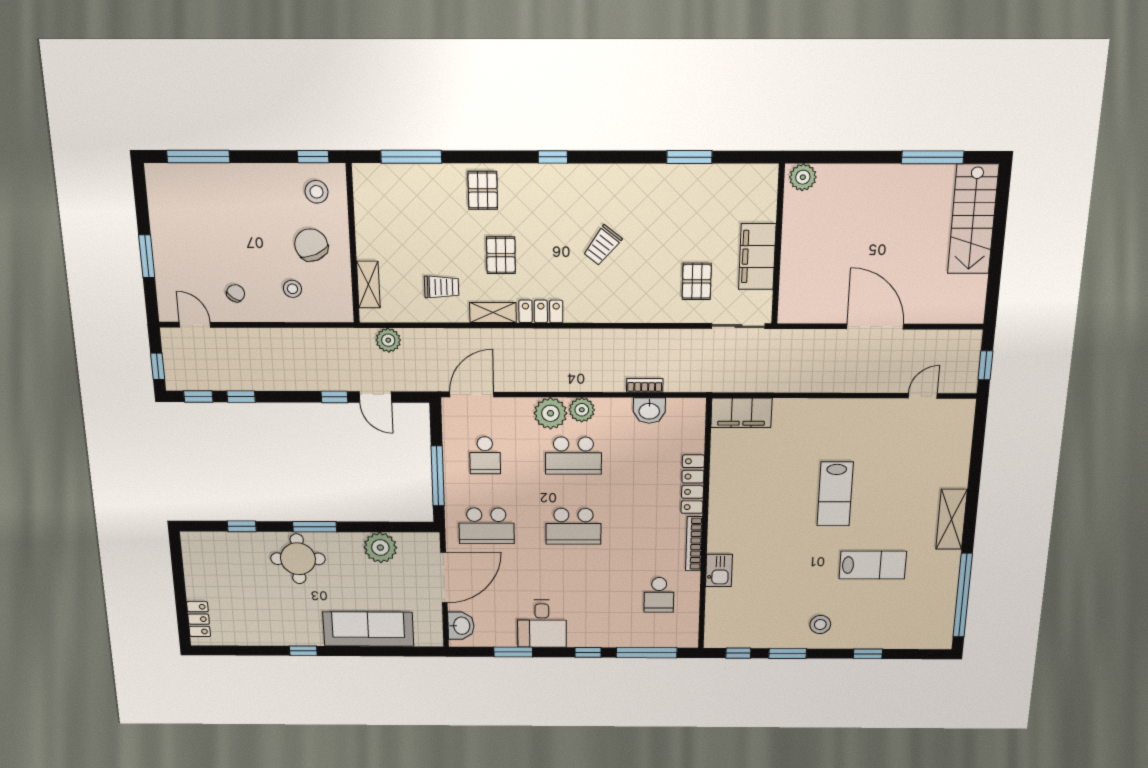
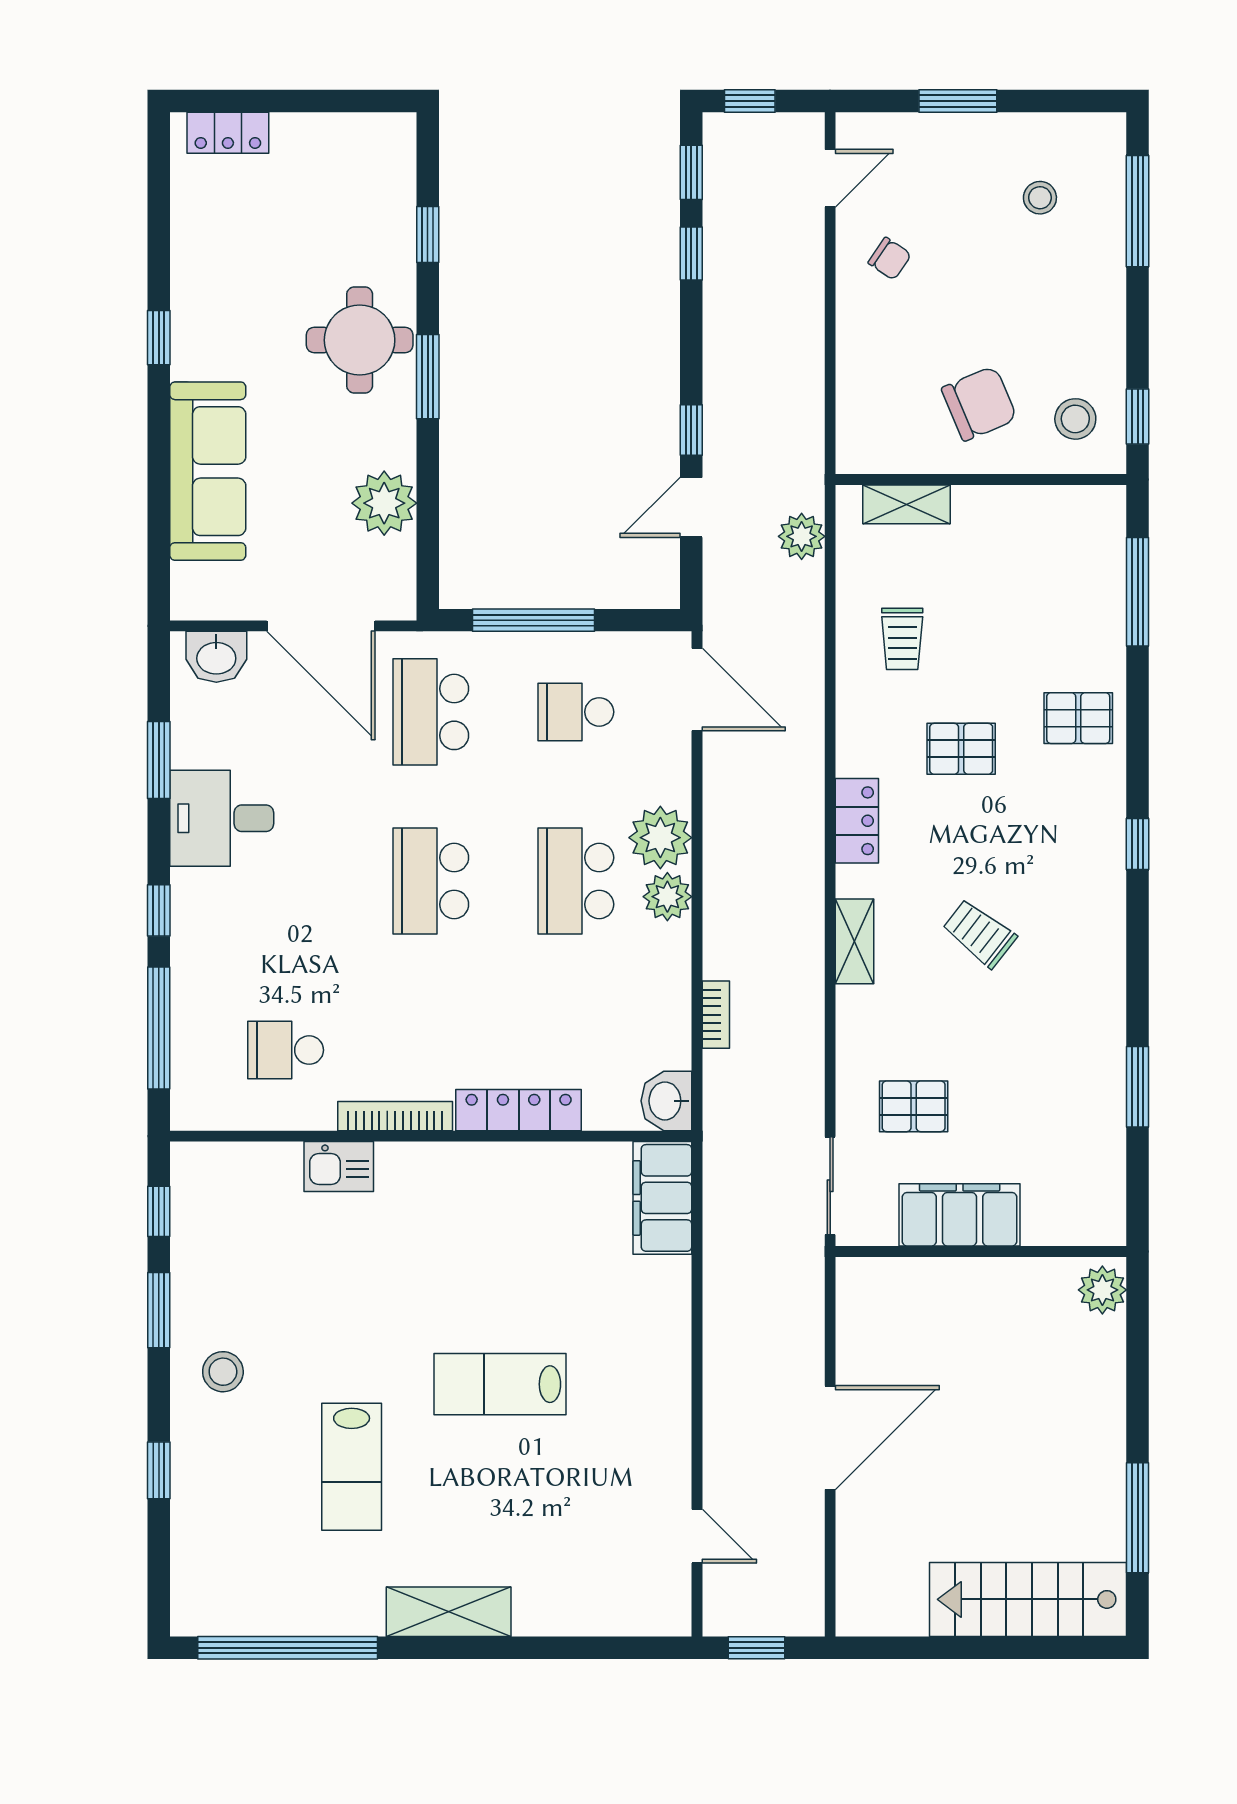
stool: (292, 289) -> (1040, 198), moved
shelving: (493, 313) -> (855, 941), moved
washbasin: (649, 411) -> (666, 1101), moved

